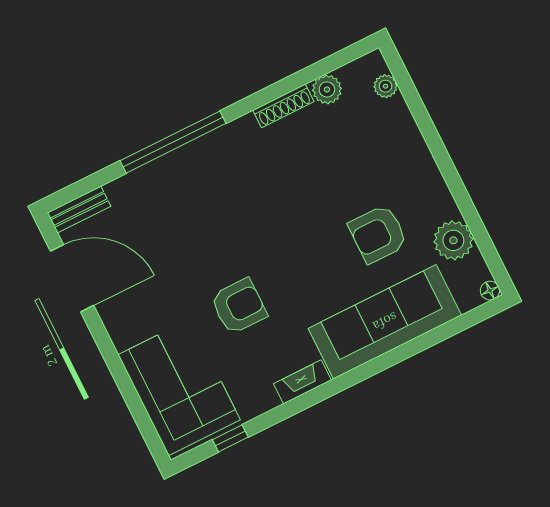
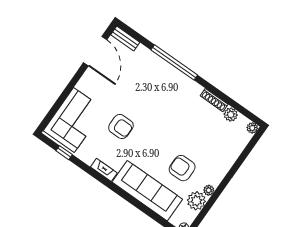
plant: (386, 86) -> (252, 128), moved
plant: (446, 207) -> (209, 190), added

